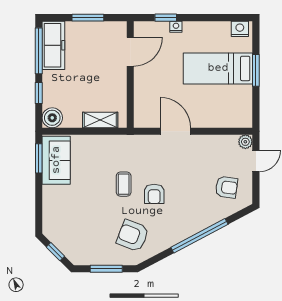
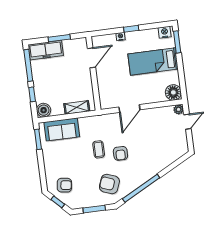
window: (166, 18) -> (131, 29), moved
freezer: (53, 45) -> (46, 50), moved, turned 90
window: (256, 70) -> (177, 42), moved
floor lamp: (241, 117) -> (173, 92), added
door: (175, 131) -> (129, 108), swing flipped
sofa: (56, 160) -> (62, 129), moved, turned 90
armchair: (226, 187) -> (64, 185), moved
window: (199, 236) -> (141, 188), moved

